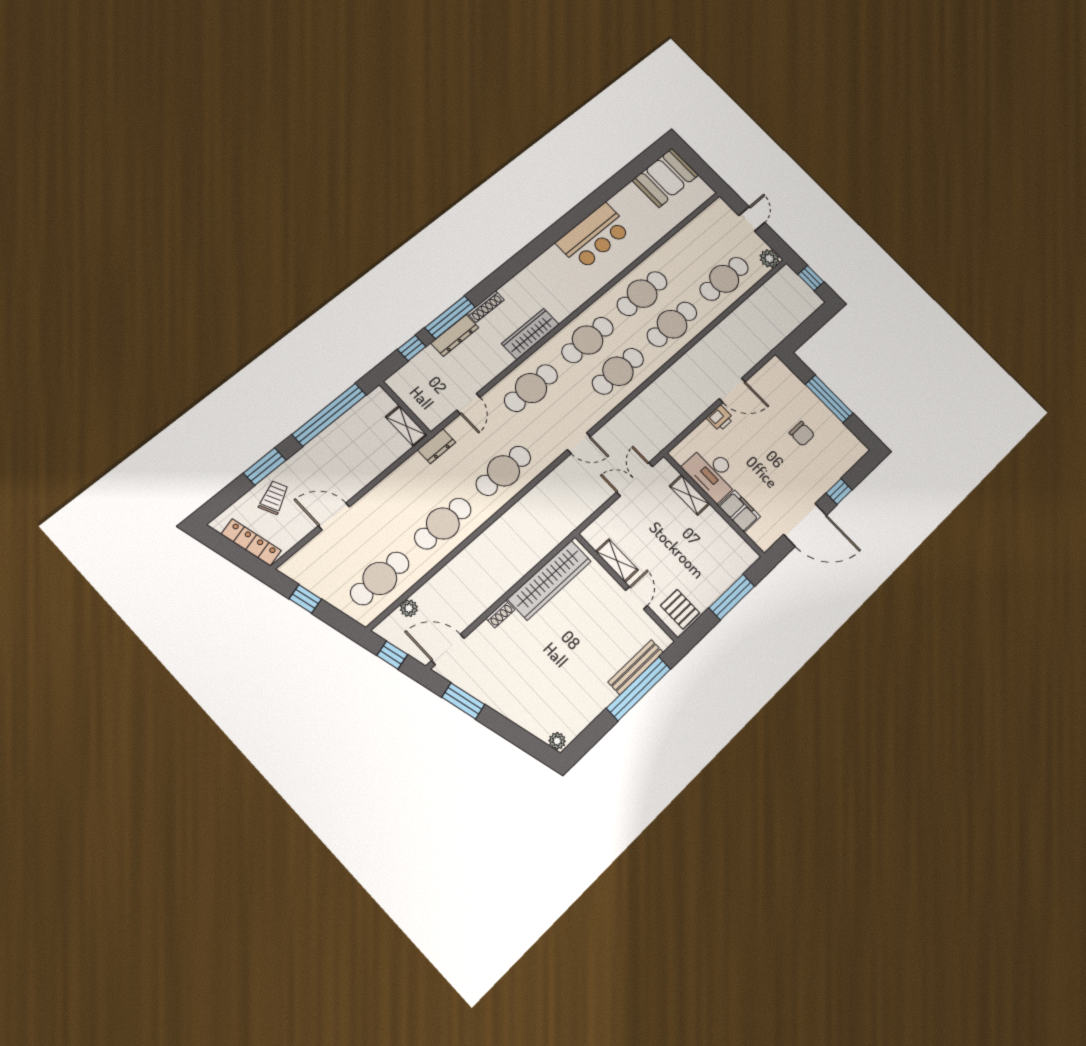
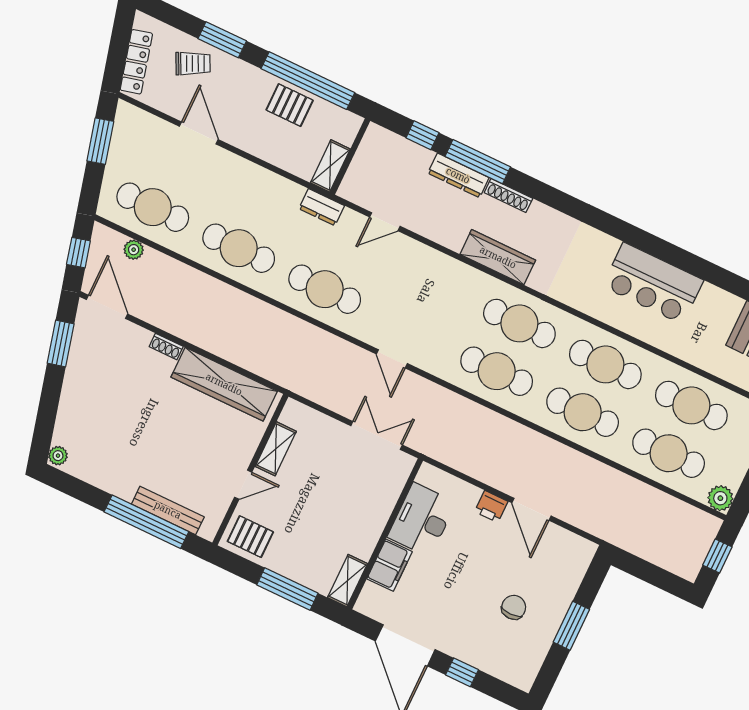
cafe table: (531, 388) -> (691, 405), moved
window: (829, 399) -> (571, 626), width x0.69
chair: (802, 434) -> (514, 607), turned 180
pallet: (343, 437) -> (290, 105), added
shelving: (690, 495) -> (348, 581), moved
window: (305, 599) -> (100, 141), width x1.50
pallet: (680, 609) -> (250, 537), turned 90

